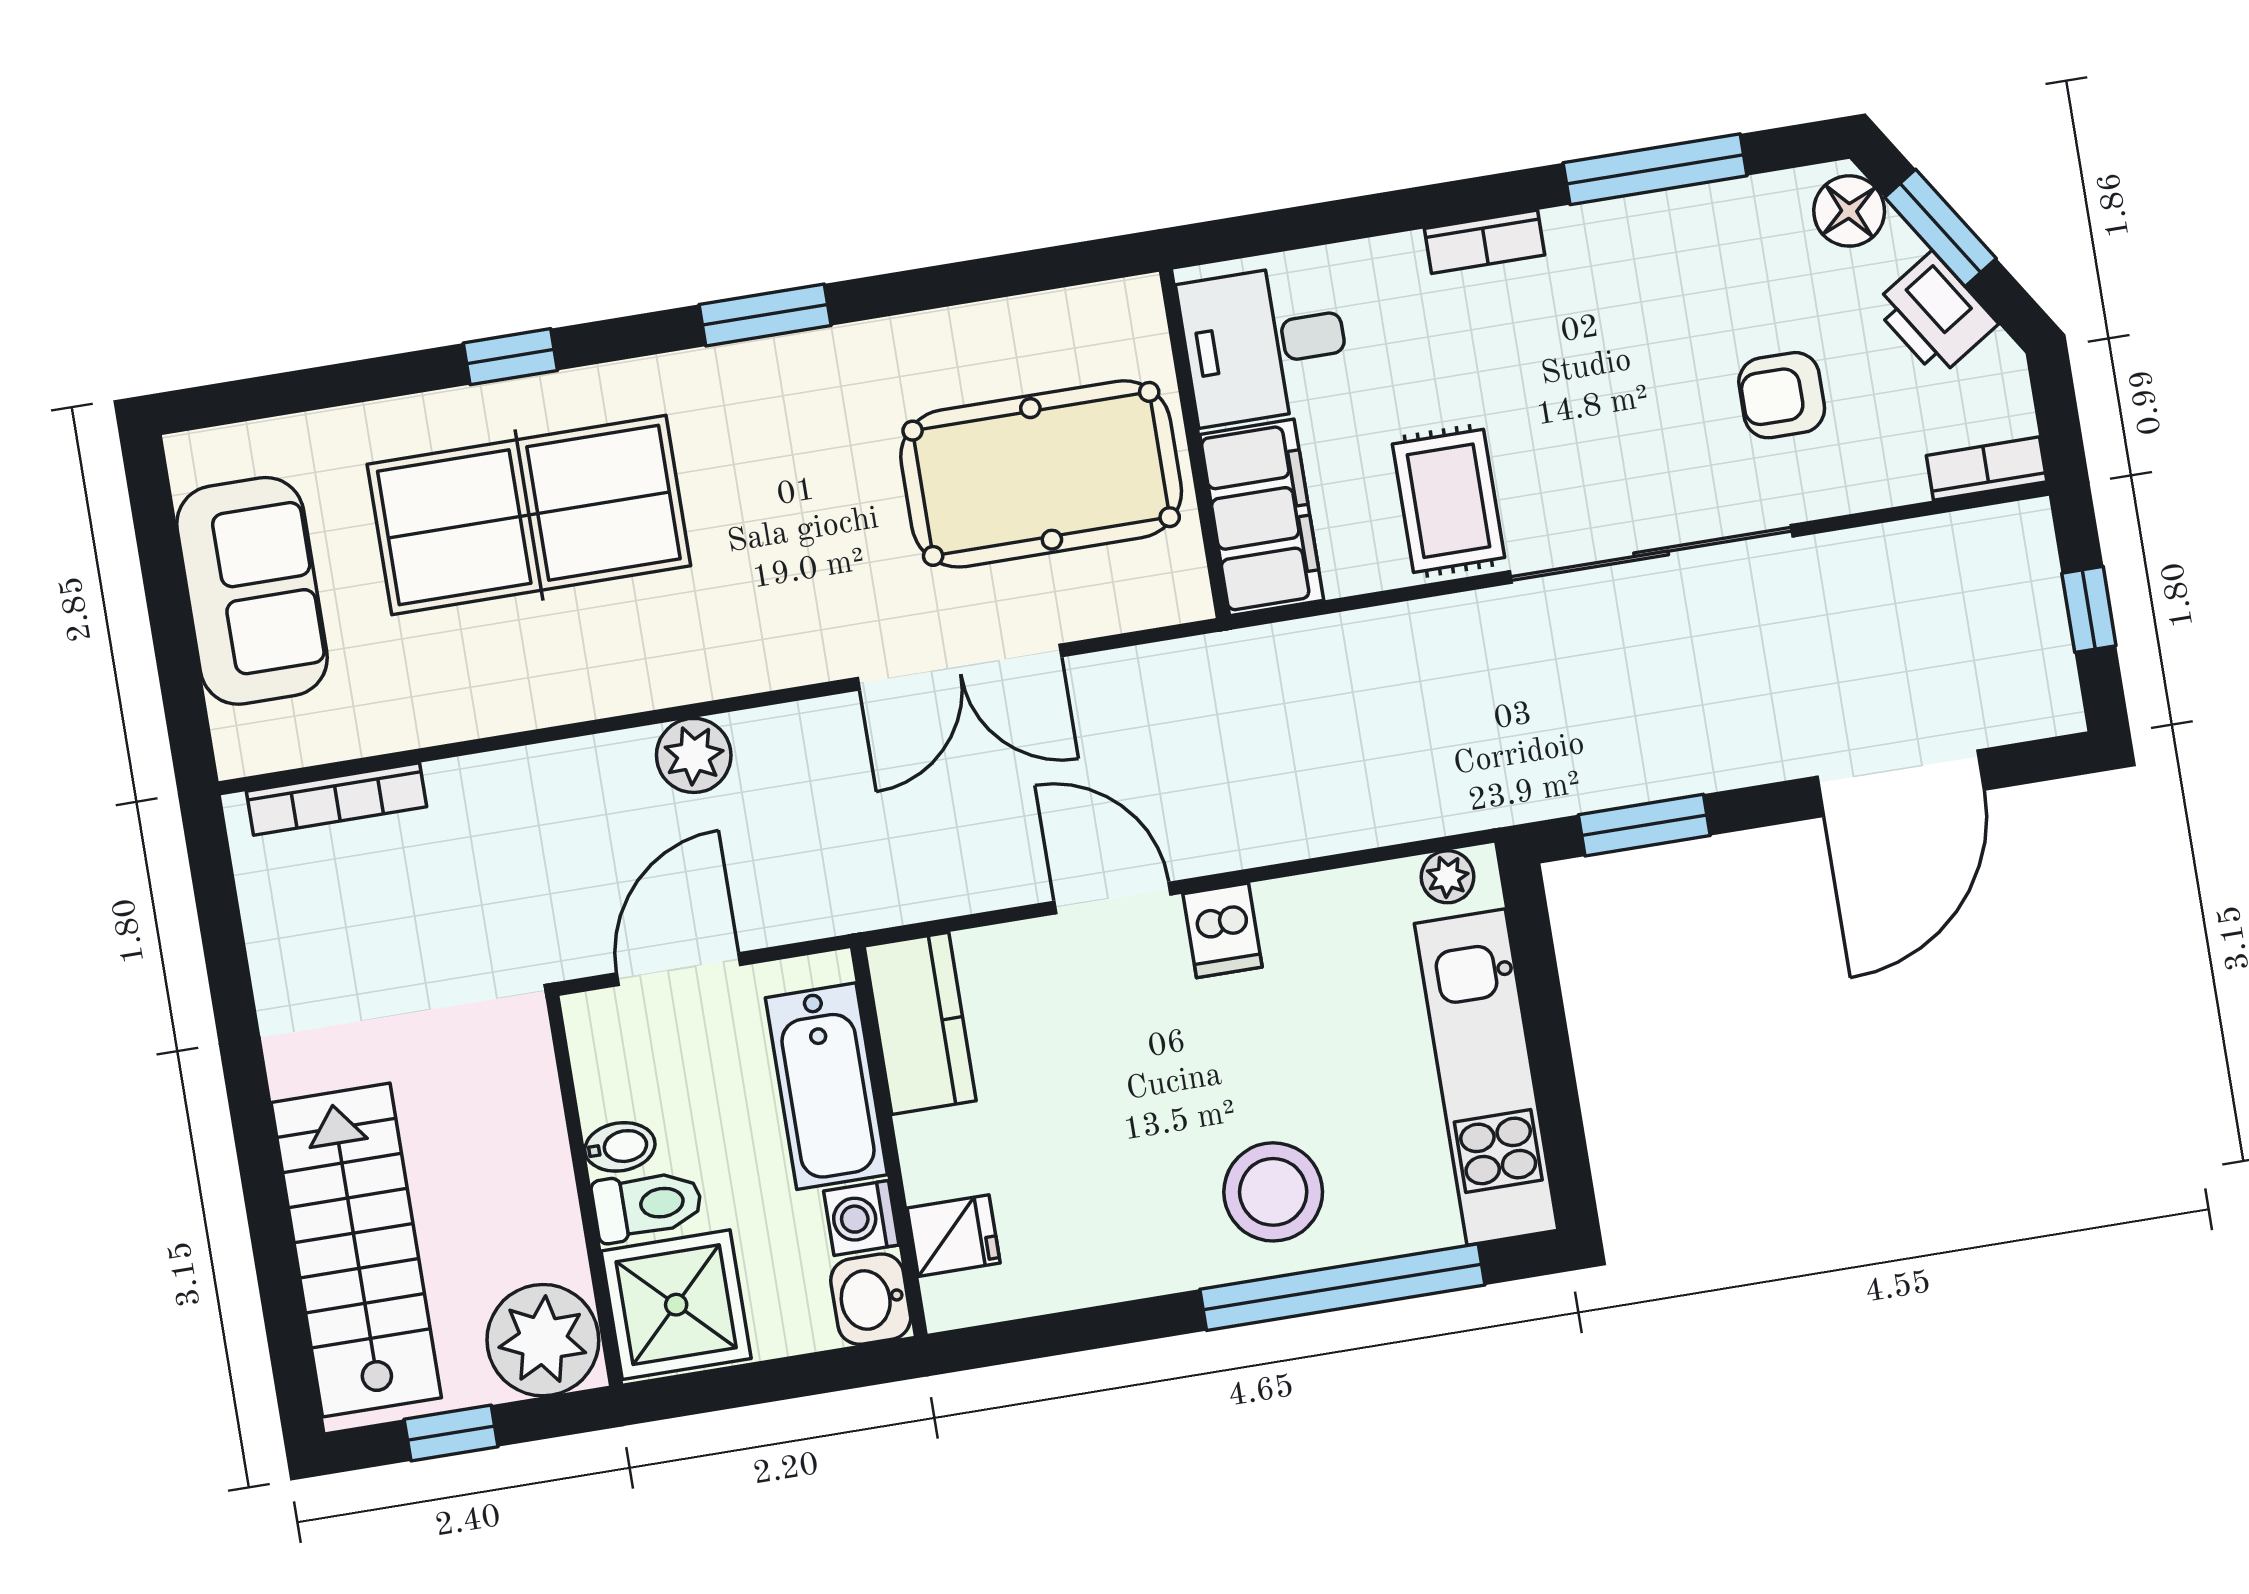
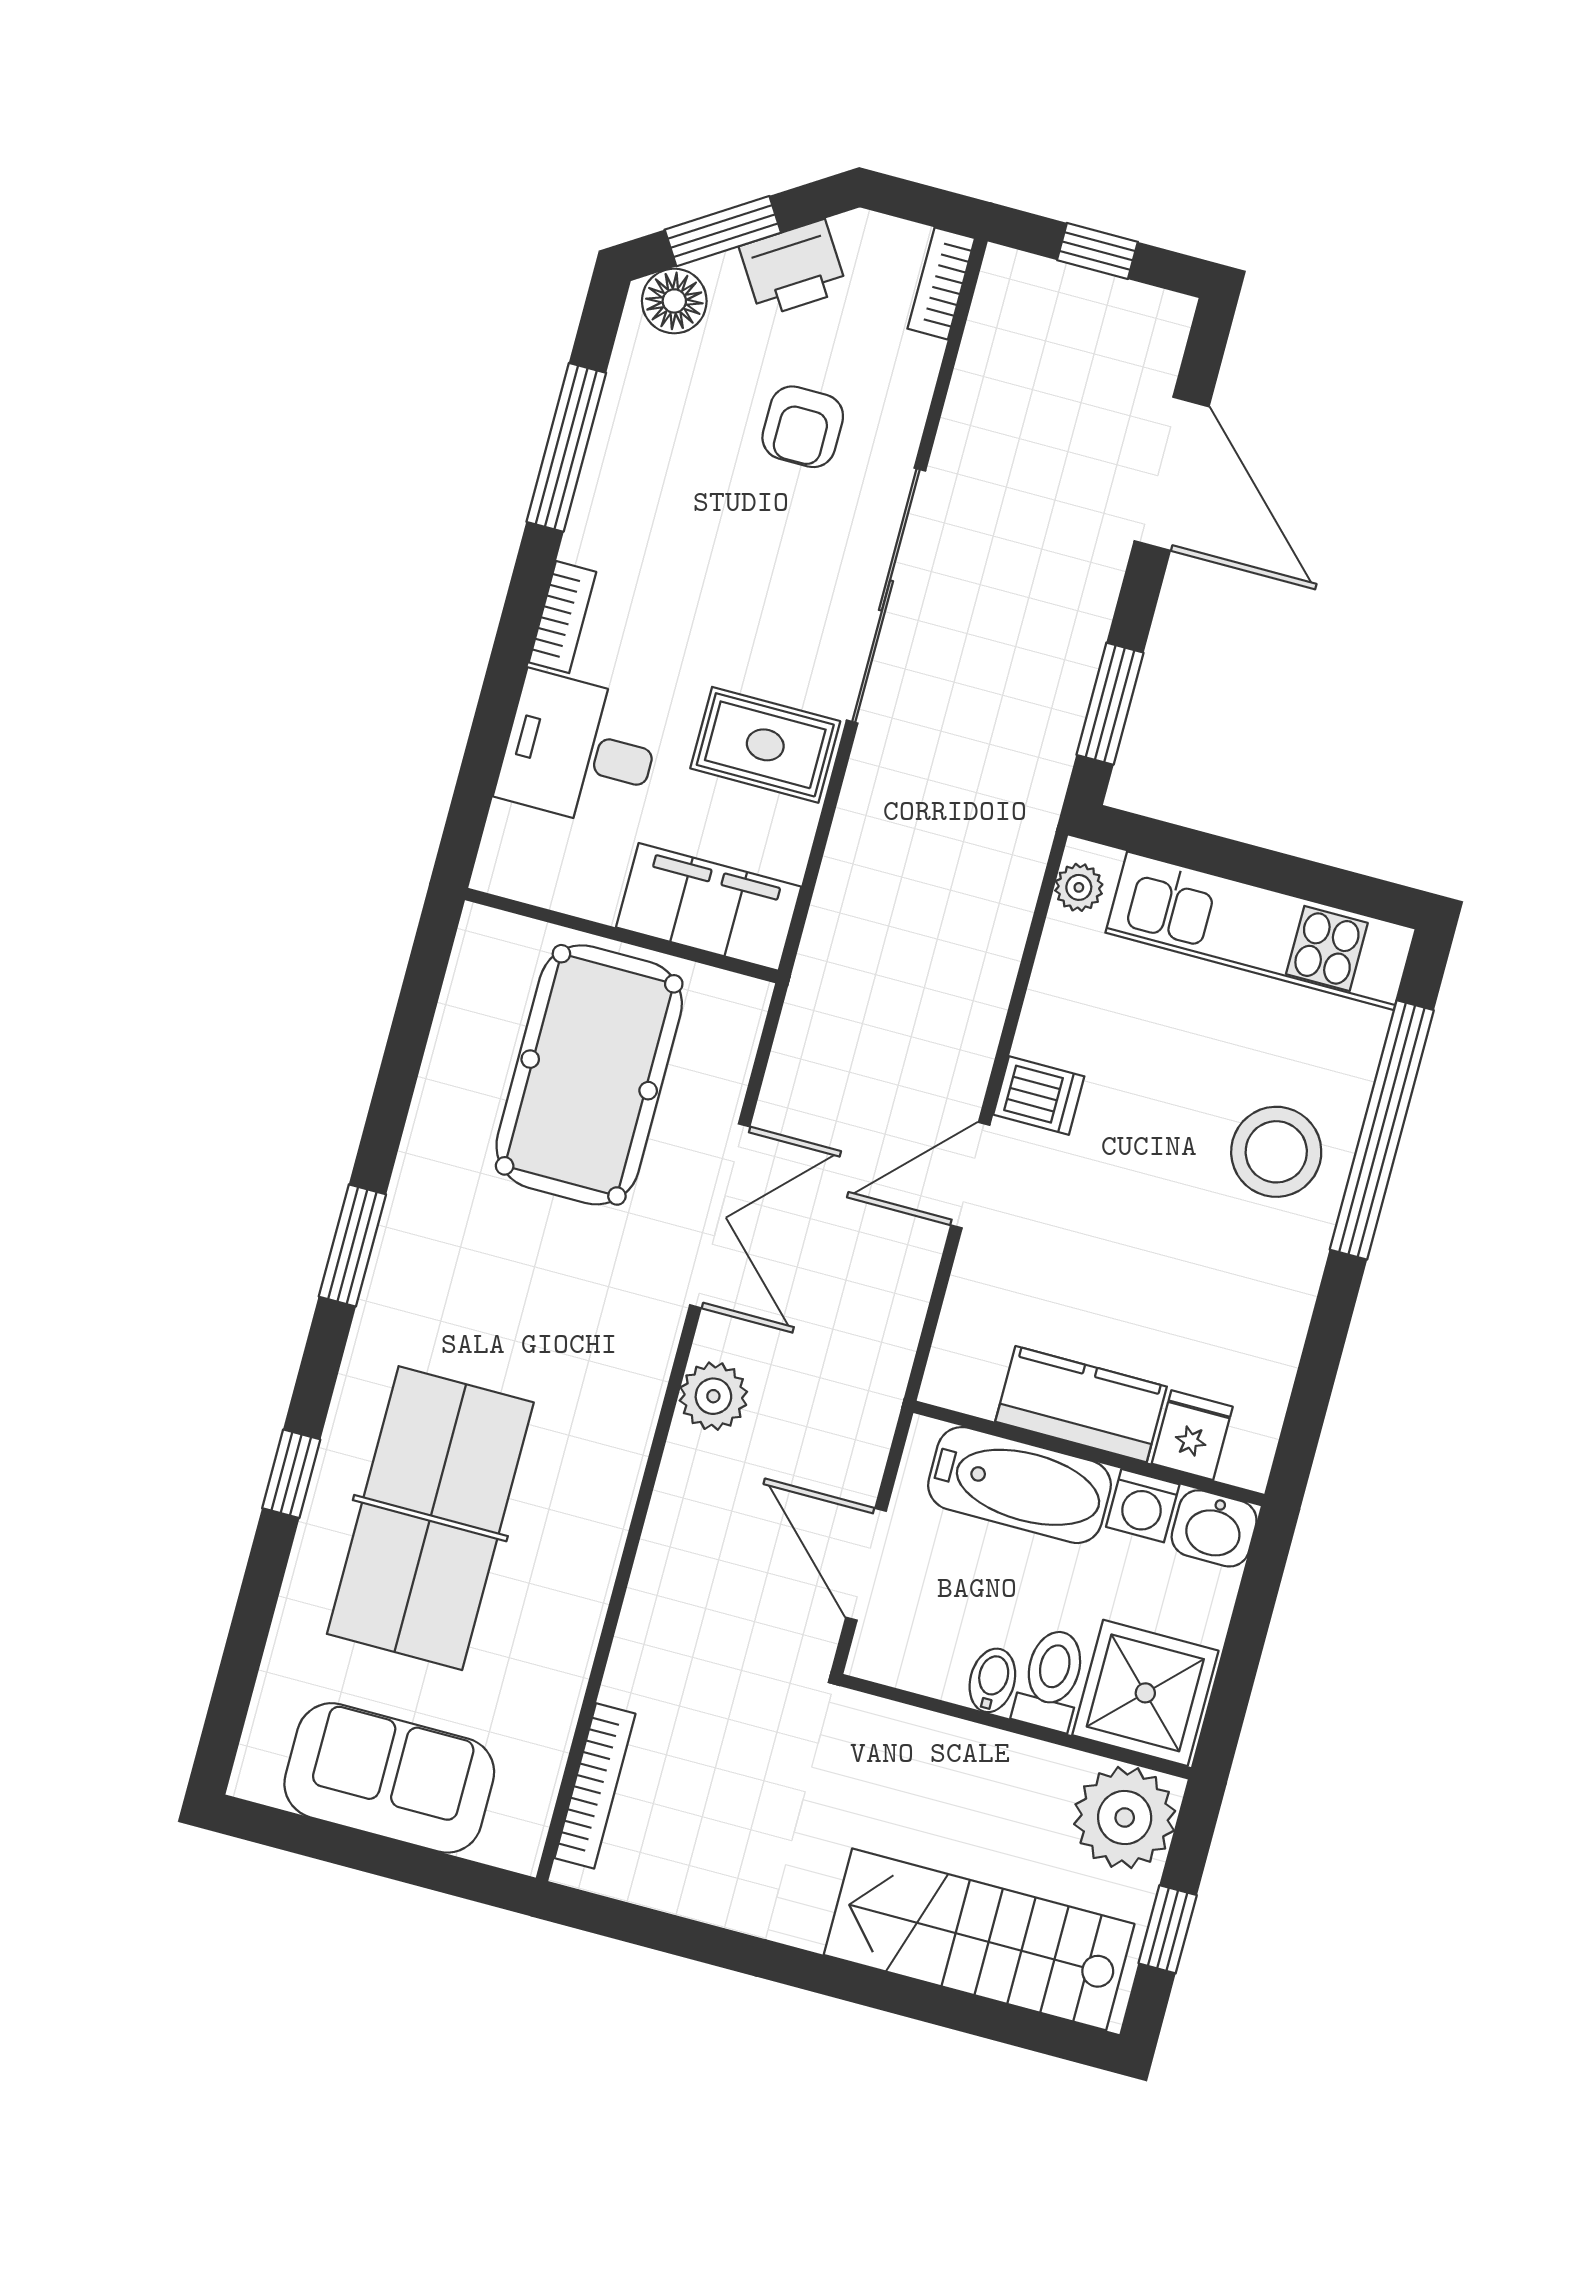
desk: (1265, 344) -> (580, 750), moved, turned 90
plant: (694, 755) -> (713, 1396), moved
kitchen counter: (920, 1023) -> (1081, 1404), moved

